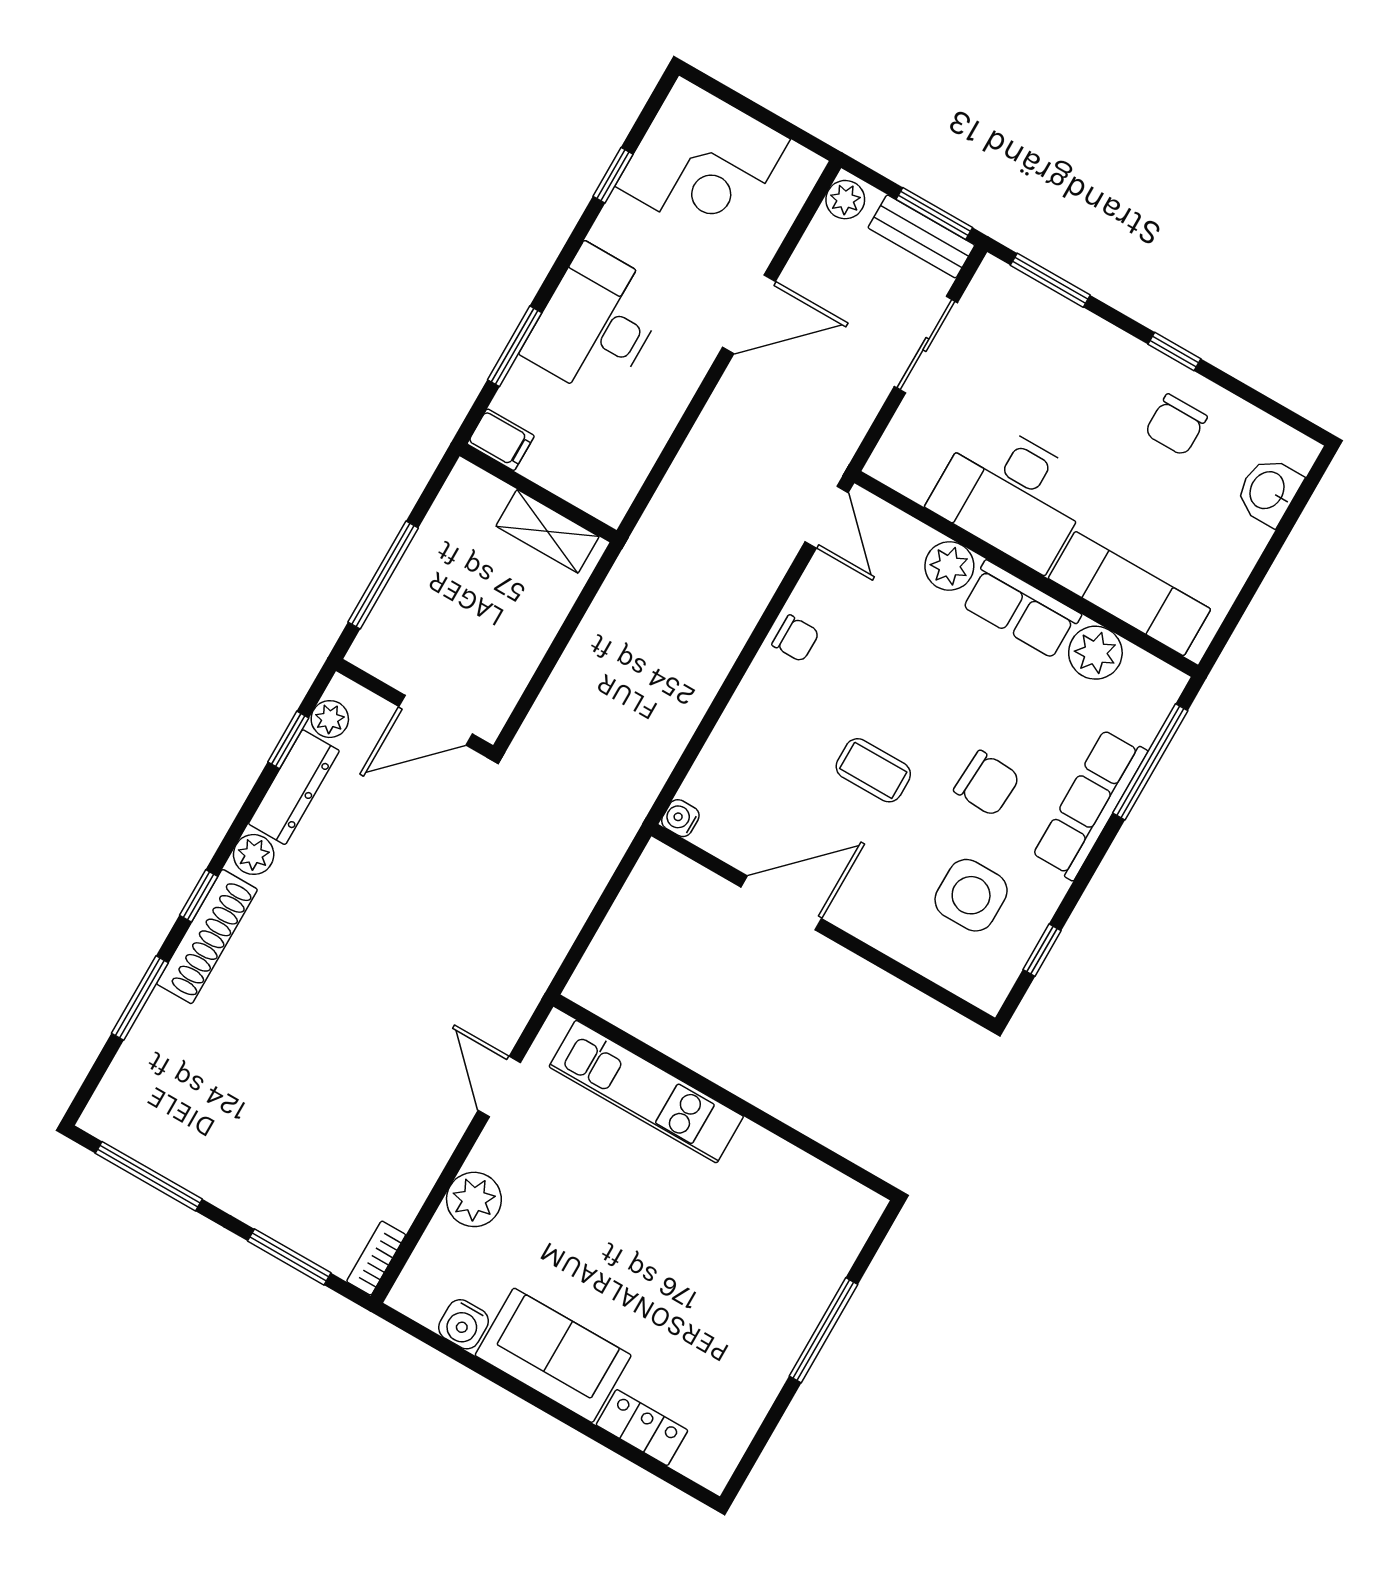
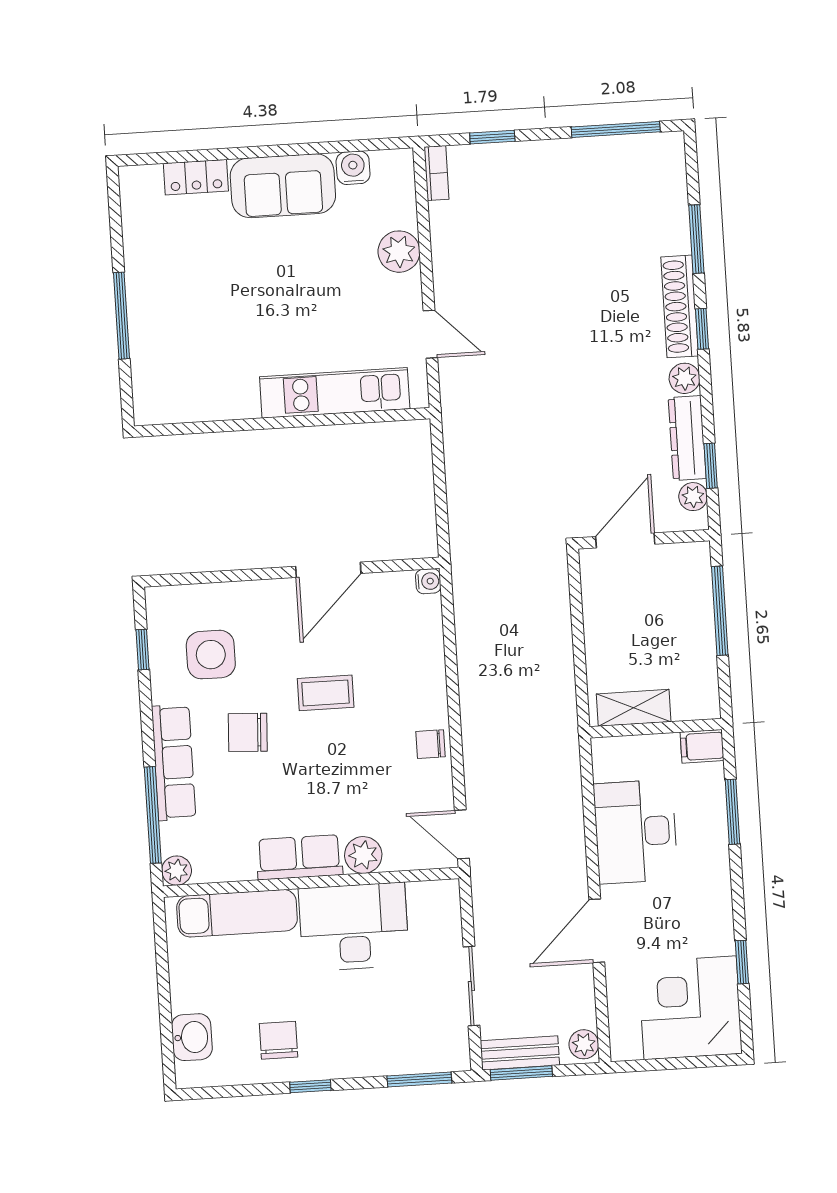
desk: (596, 323) -> (636, 832), moved, turned 180
plant: (1095, 653) -> (177, 871), moved, width x0.73, depth x0.73
window: (289, 1257) -> (492, 137), width x0.67

